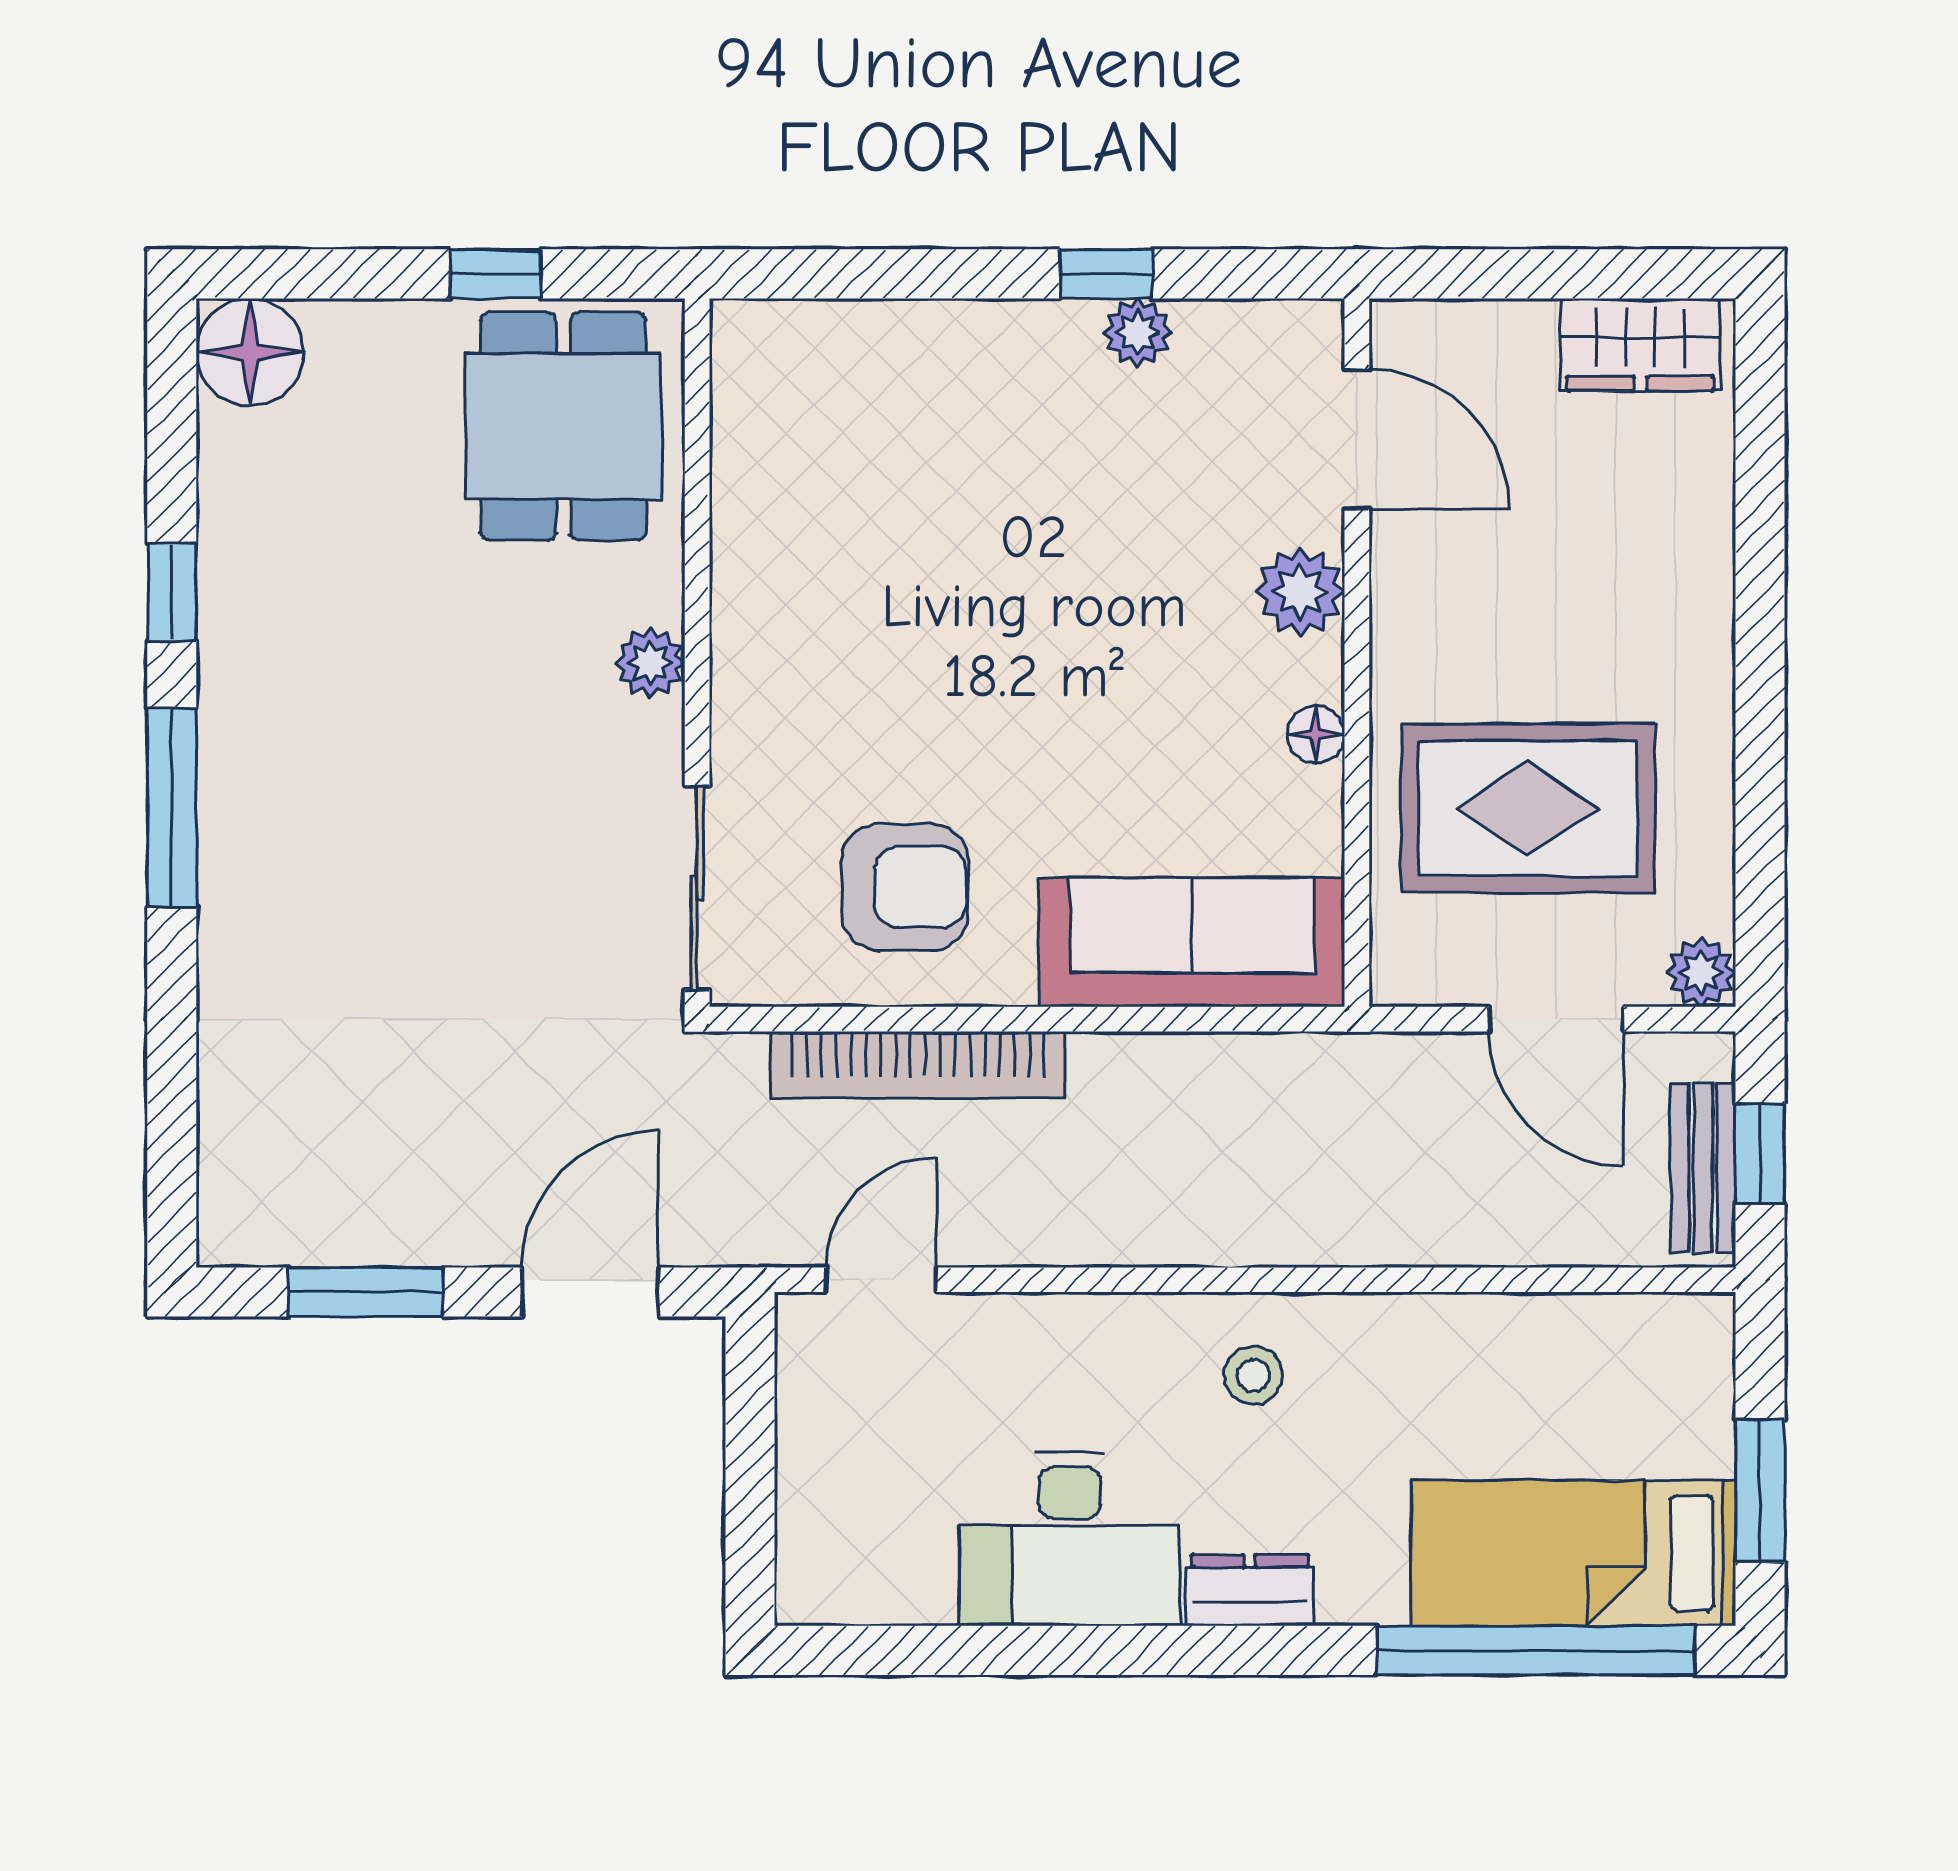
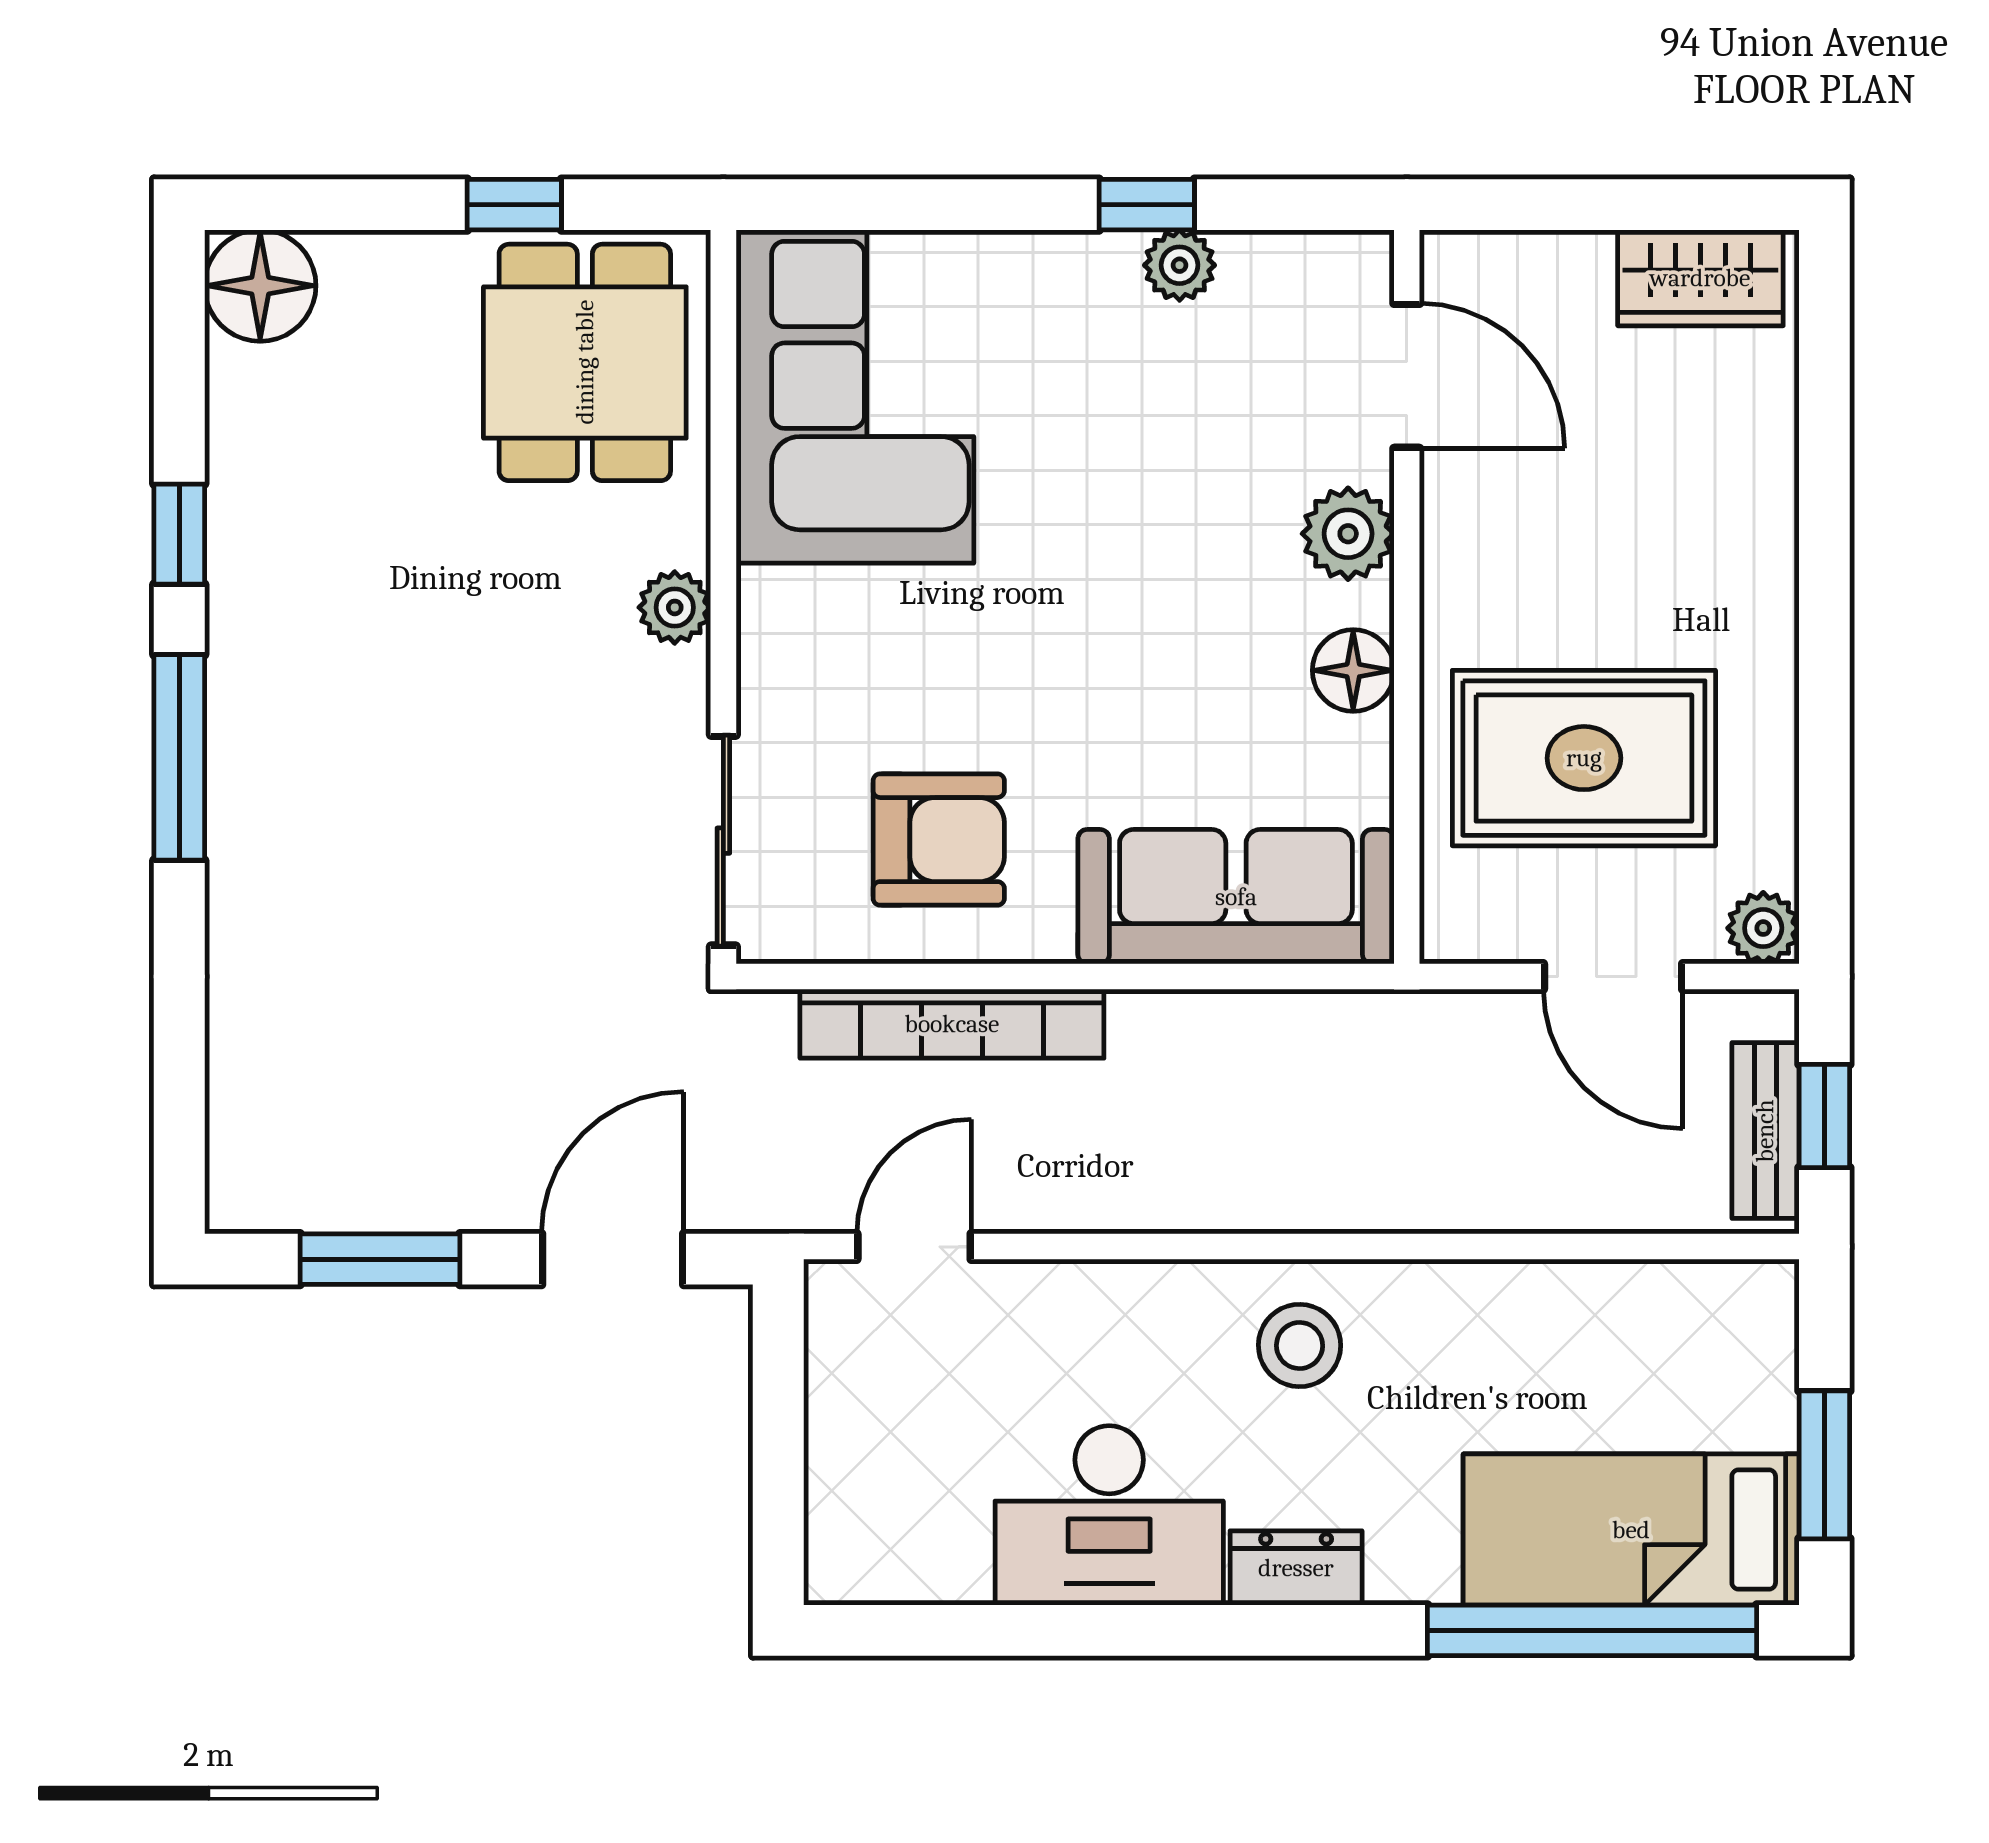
corner sofa: (824, 459) -> (855, 397), added
floor lamp: (1316, 734) -> (1353, 670), width x1.37, depth x1.37
stool: (1253, 1375) -> (1300, 1346), width x1.37, depth x1.37

